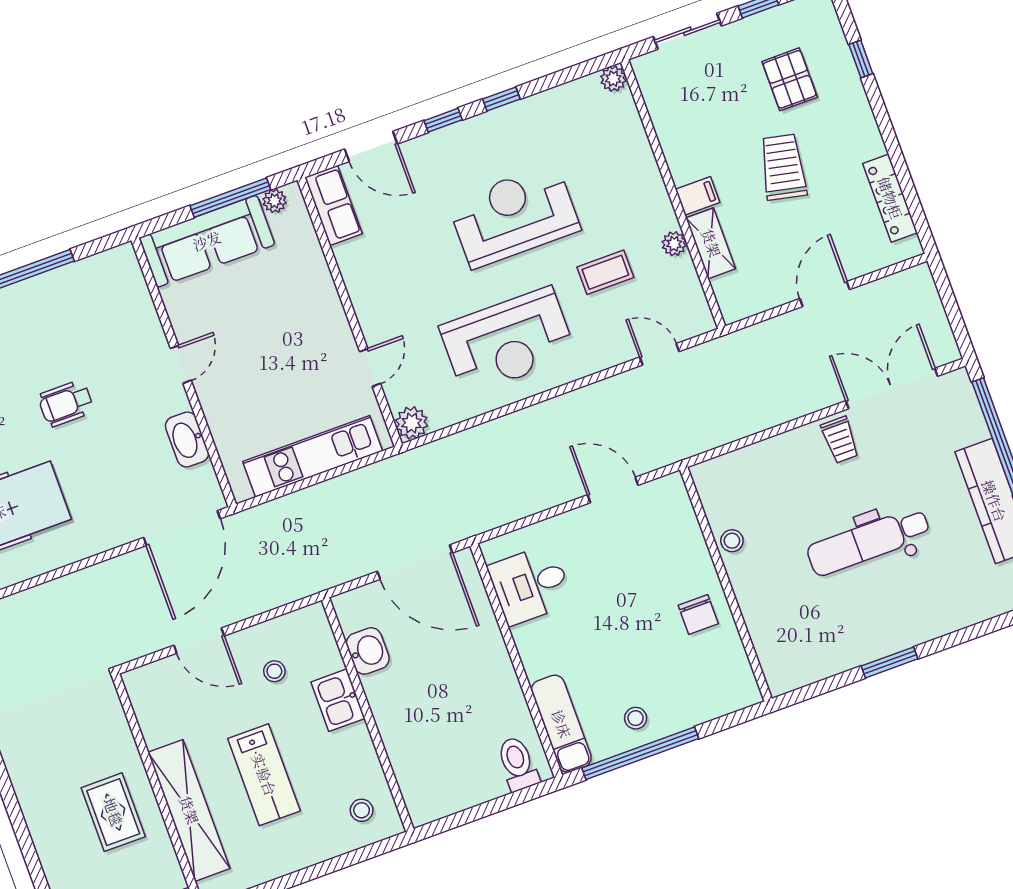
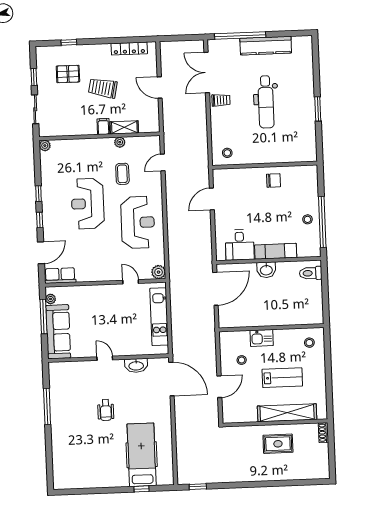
stool: (732, 541) -> (227, 153), moved
washbasin: (368, 651) -> (266, 270), moved, turned 180
exam couch: (561, 724) -> (276, 251), moved

